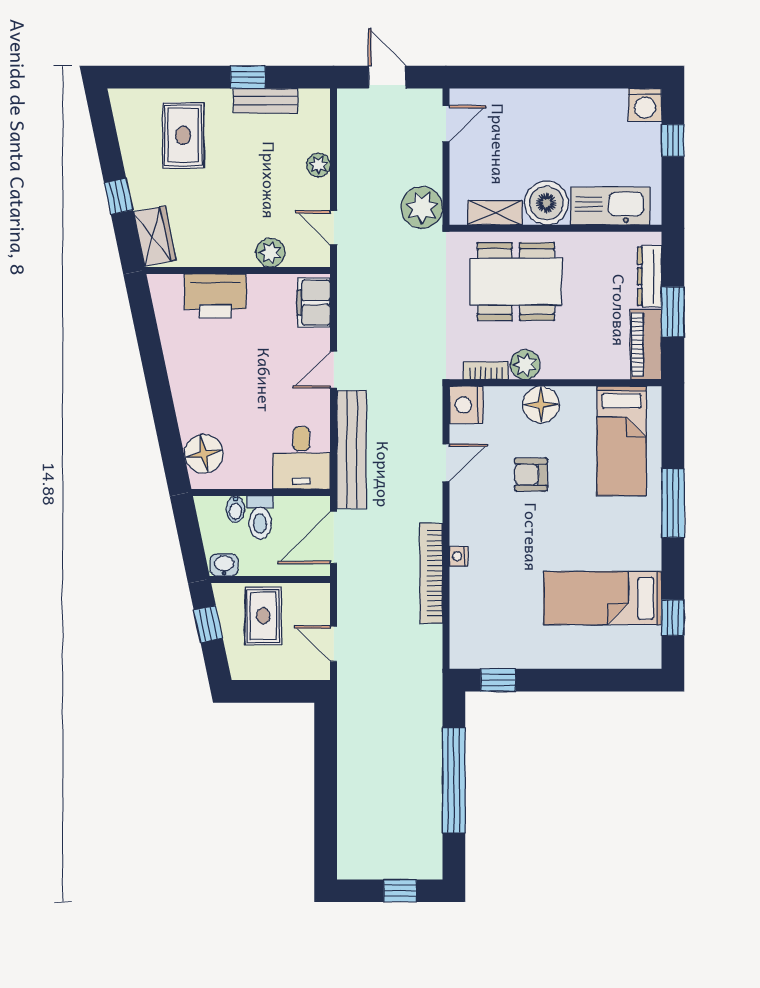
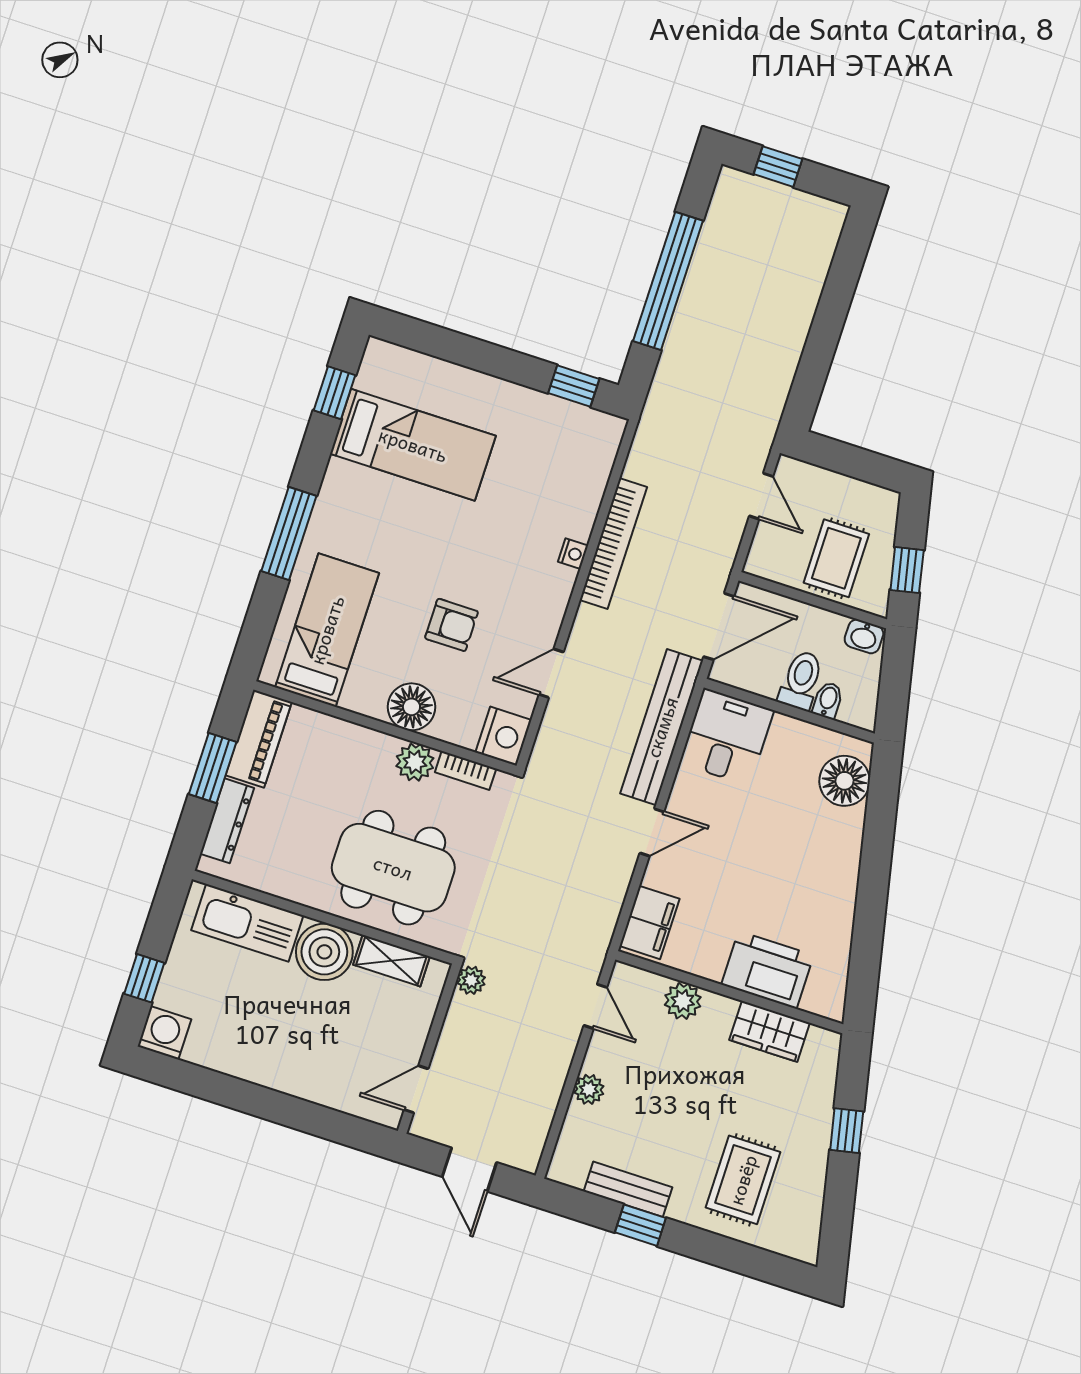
plant: (422, 208) -> (471, 980), width x0.53, depth x0.53
wardrobe: (155, 236) -> (770, 1031), moved, turned -78

